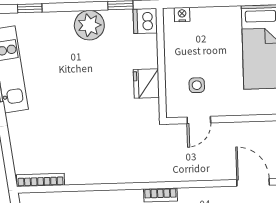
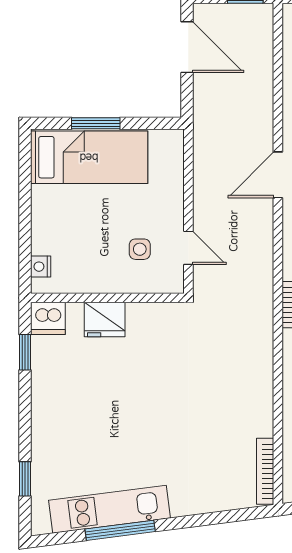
plant: (89, 25) -> (51, 396), removed
fridge: (146, 84) -> (105, 319), moved

